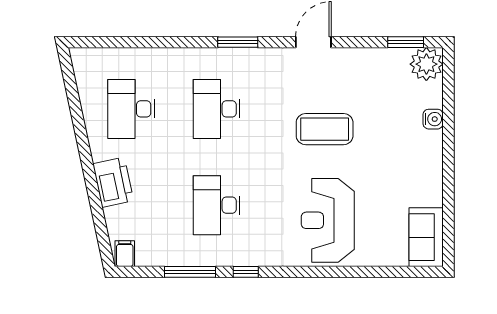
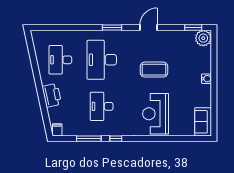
desk: (217, 109) -> (102, 60), width x1.36, depth x1.30
water cooler: (433, 119) -> (206, 79), moved

